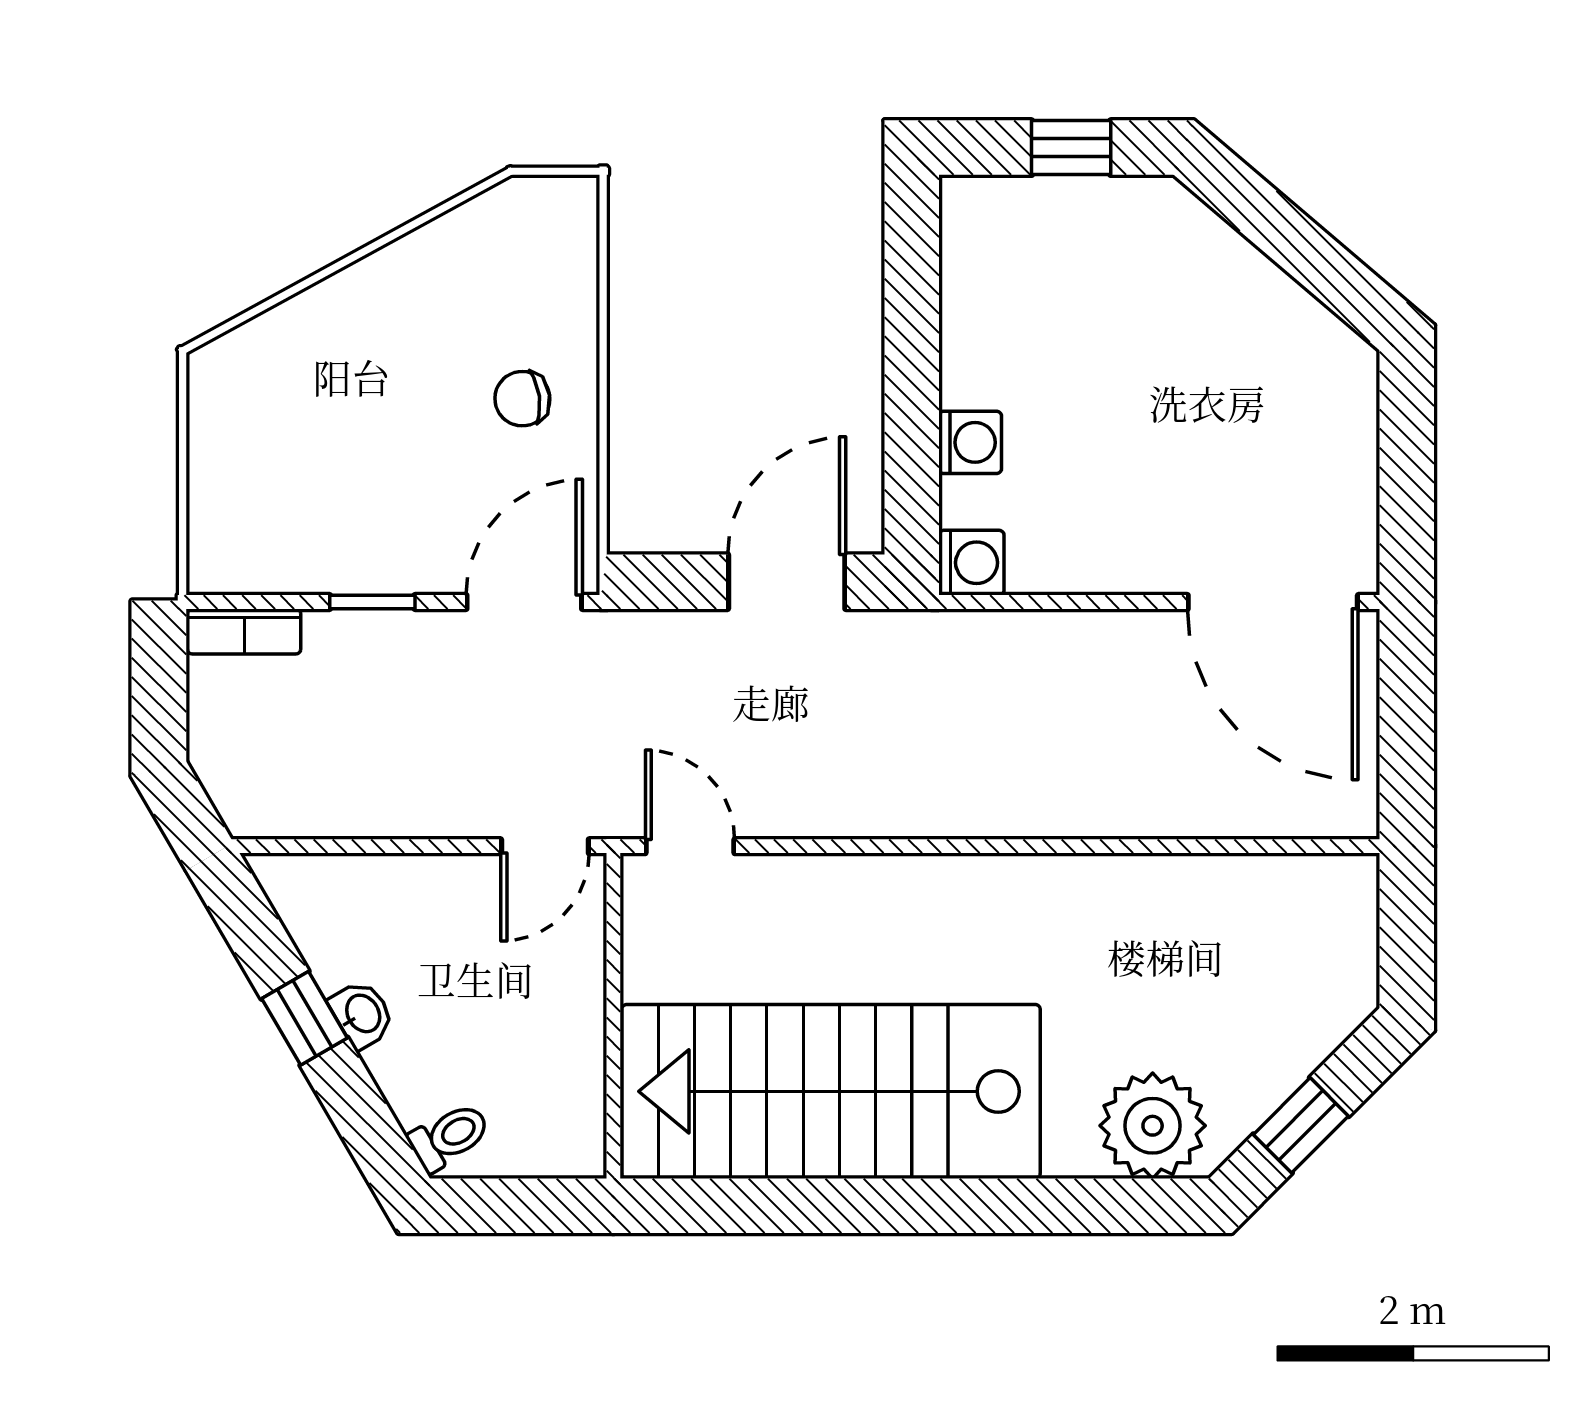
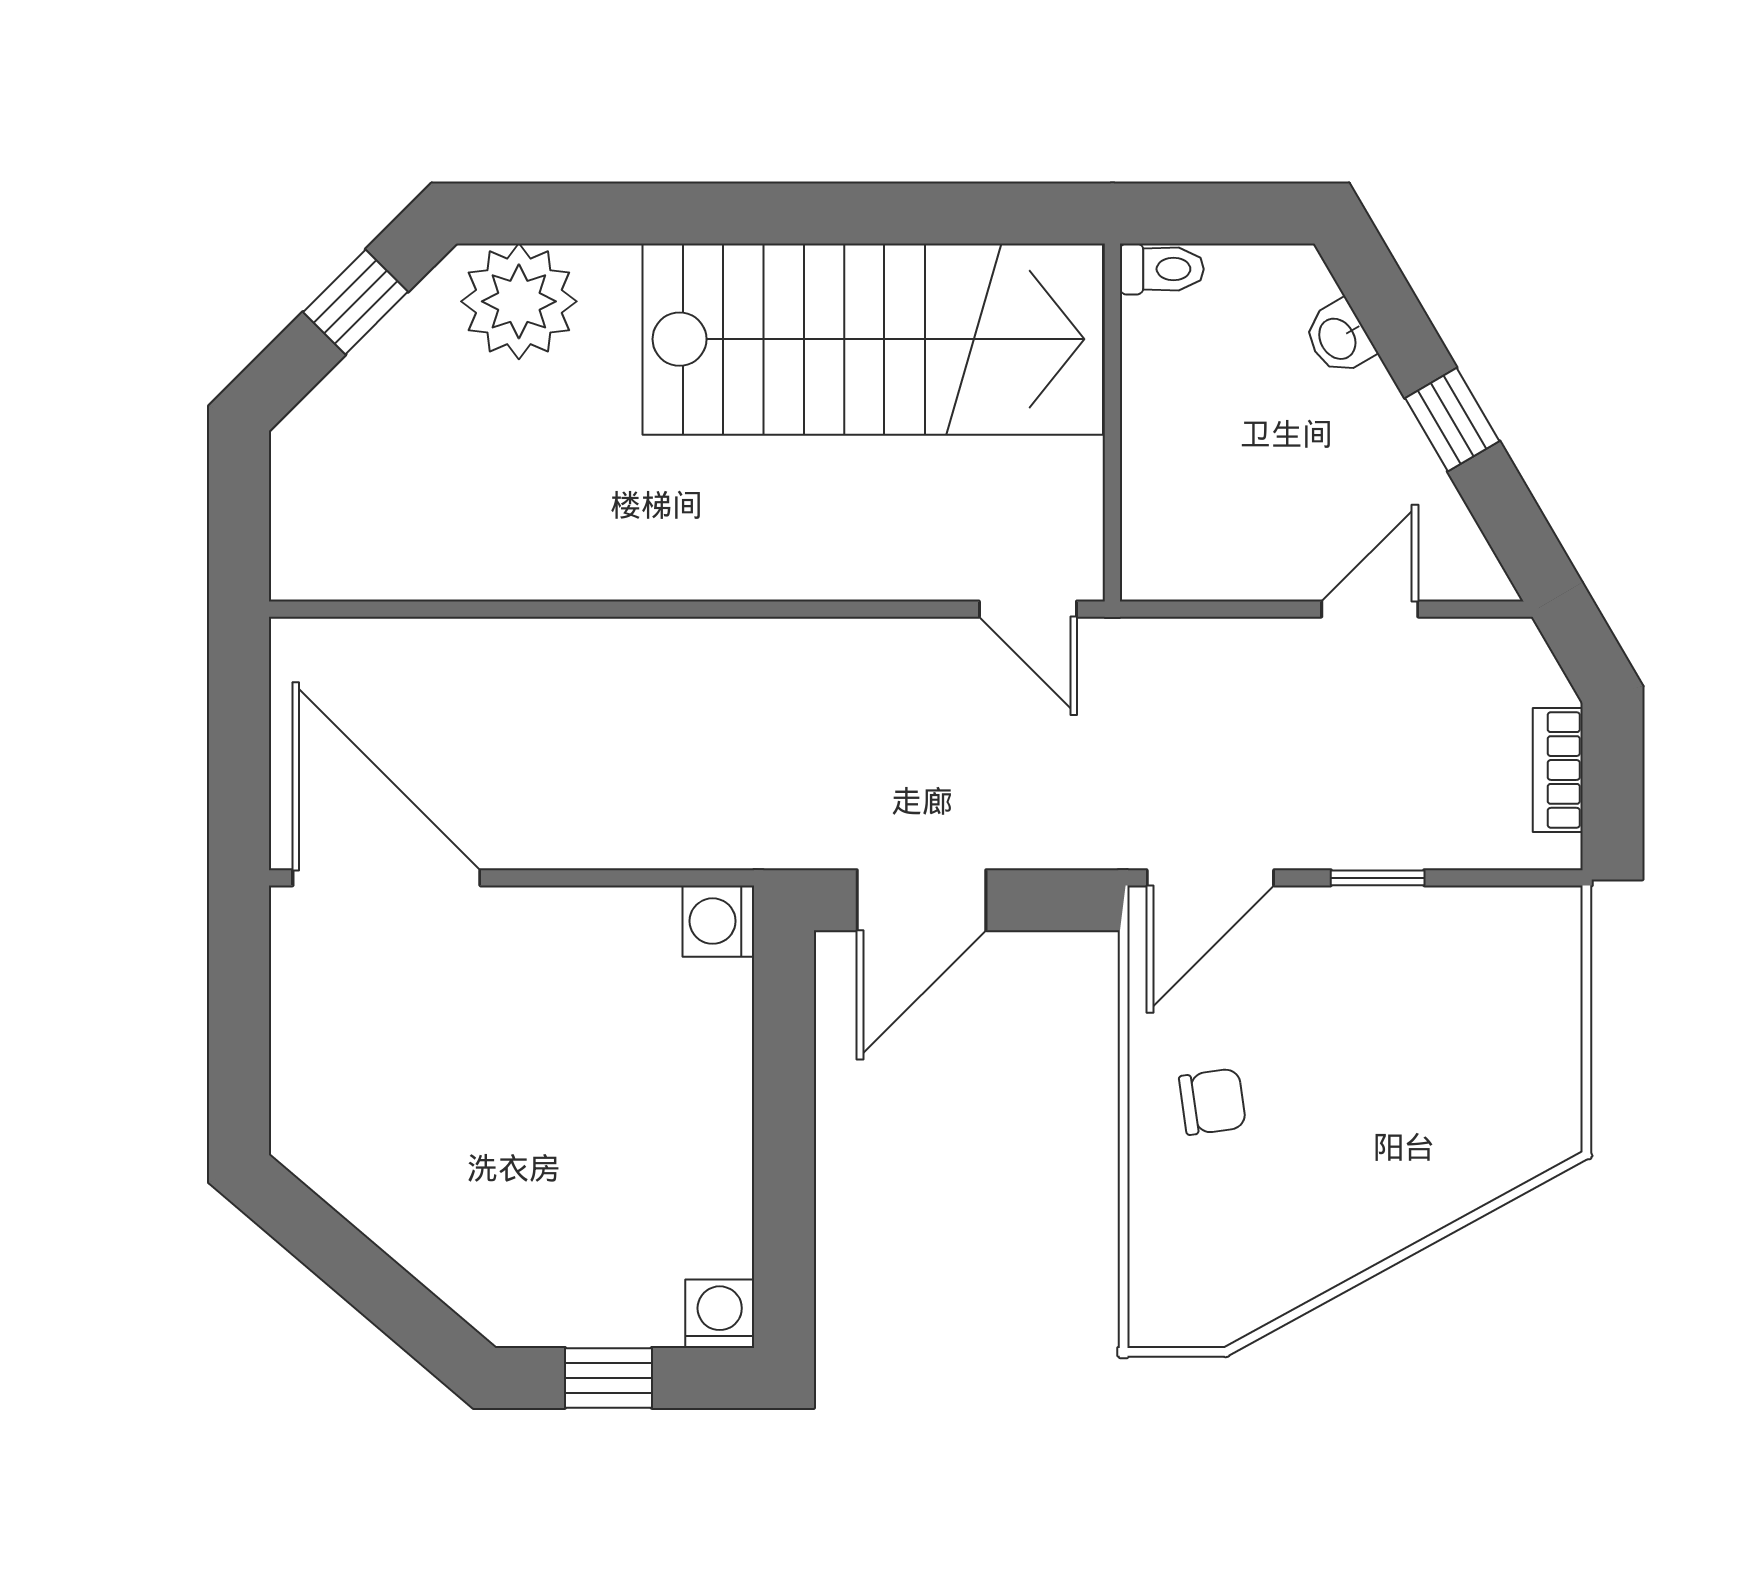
washing machine: (970, 442) -> (720, 1314), moved, turned 90
bookcase: (244, 631) -> (1558, 770), moved, turned -90
door: (545, 846) -> (1370, 609), moved
washbasin: (362, 1014) -> (1339, 338), moved
toilet: (449, 1137) -> (1162, 269), moved, turned -150

